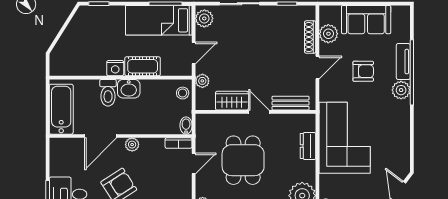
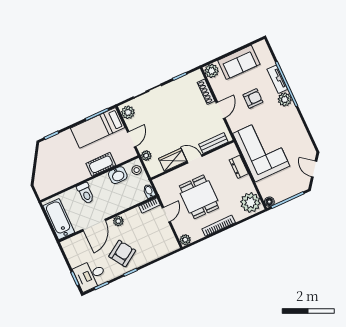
plant: (328, 34) -> (212, 71), moved
nightstand: (115, 68) -> (83, 174), removed
washbasin: (129, 89) -> (118, 175), moved

